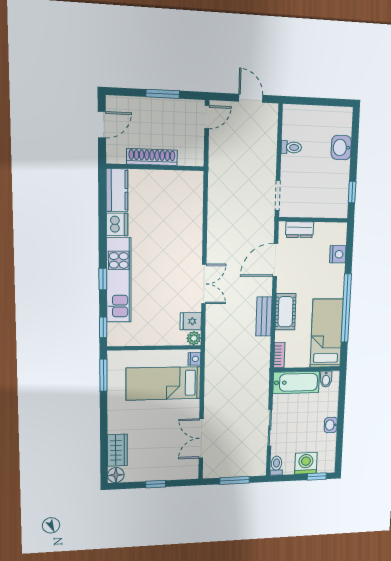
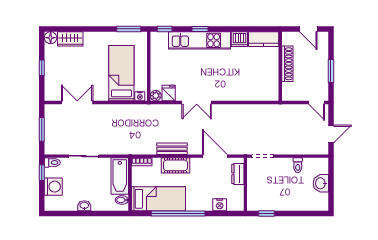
washbasin: (341, 148) -> (321, 183), moved, turned -90
window: (317, 476) -> (42, 173), moved

